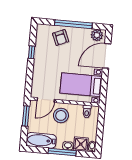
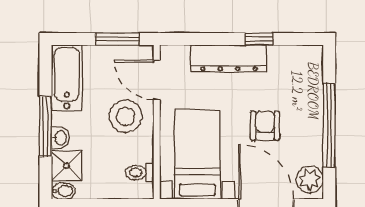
armchair: (61, 38) -> (265, 126), moved, turned 113
dresser: (39, 67) -> (229, 58), added

